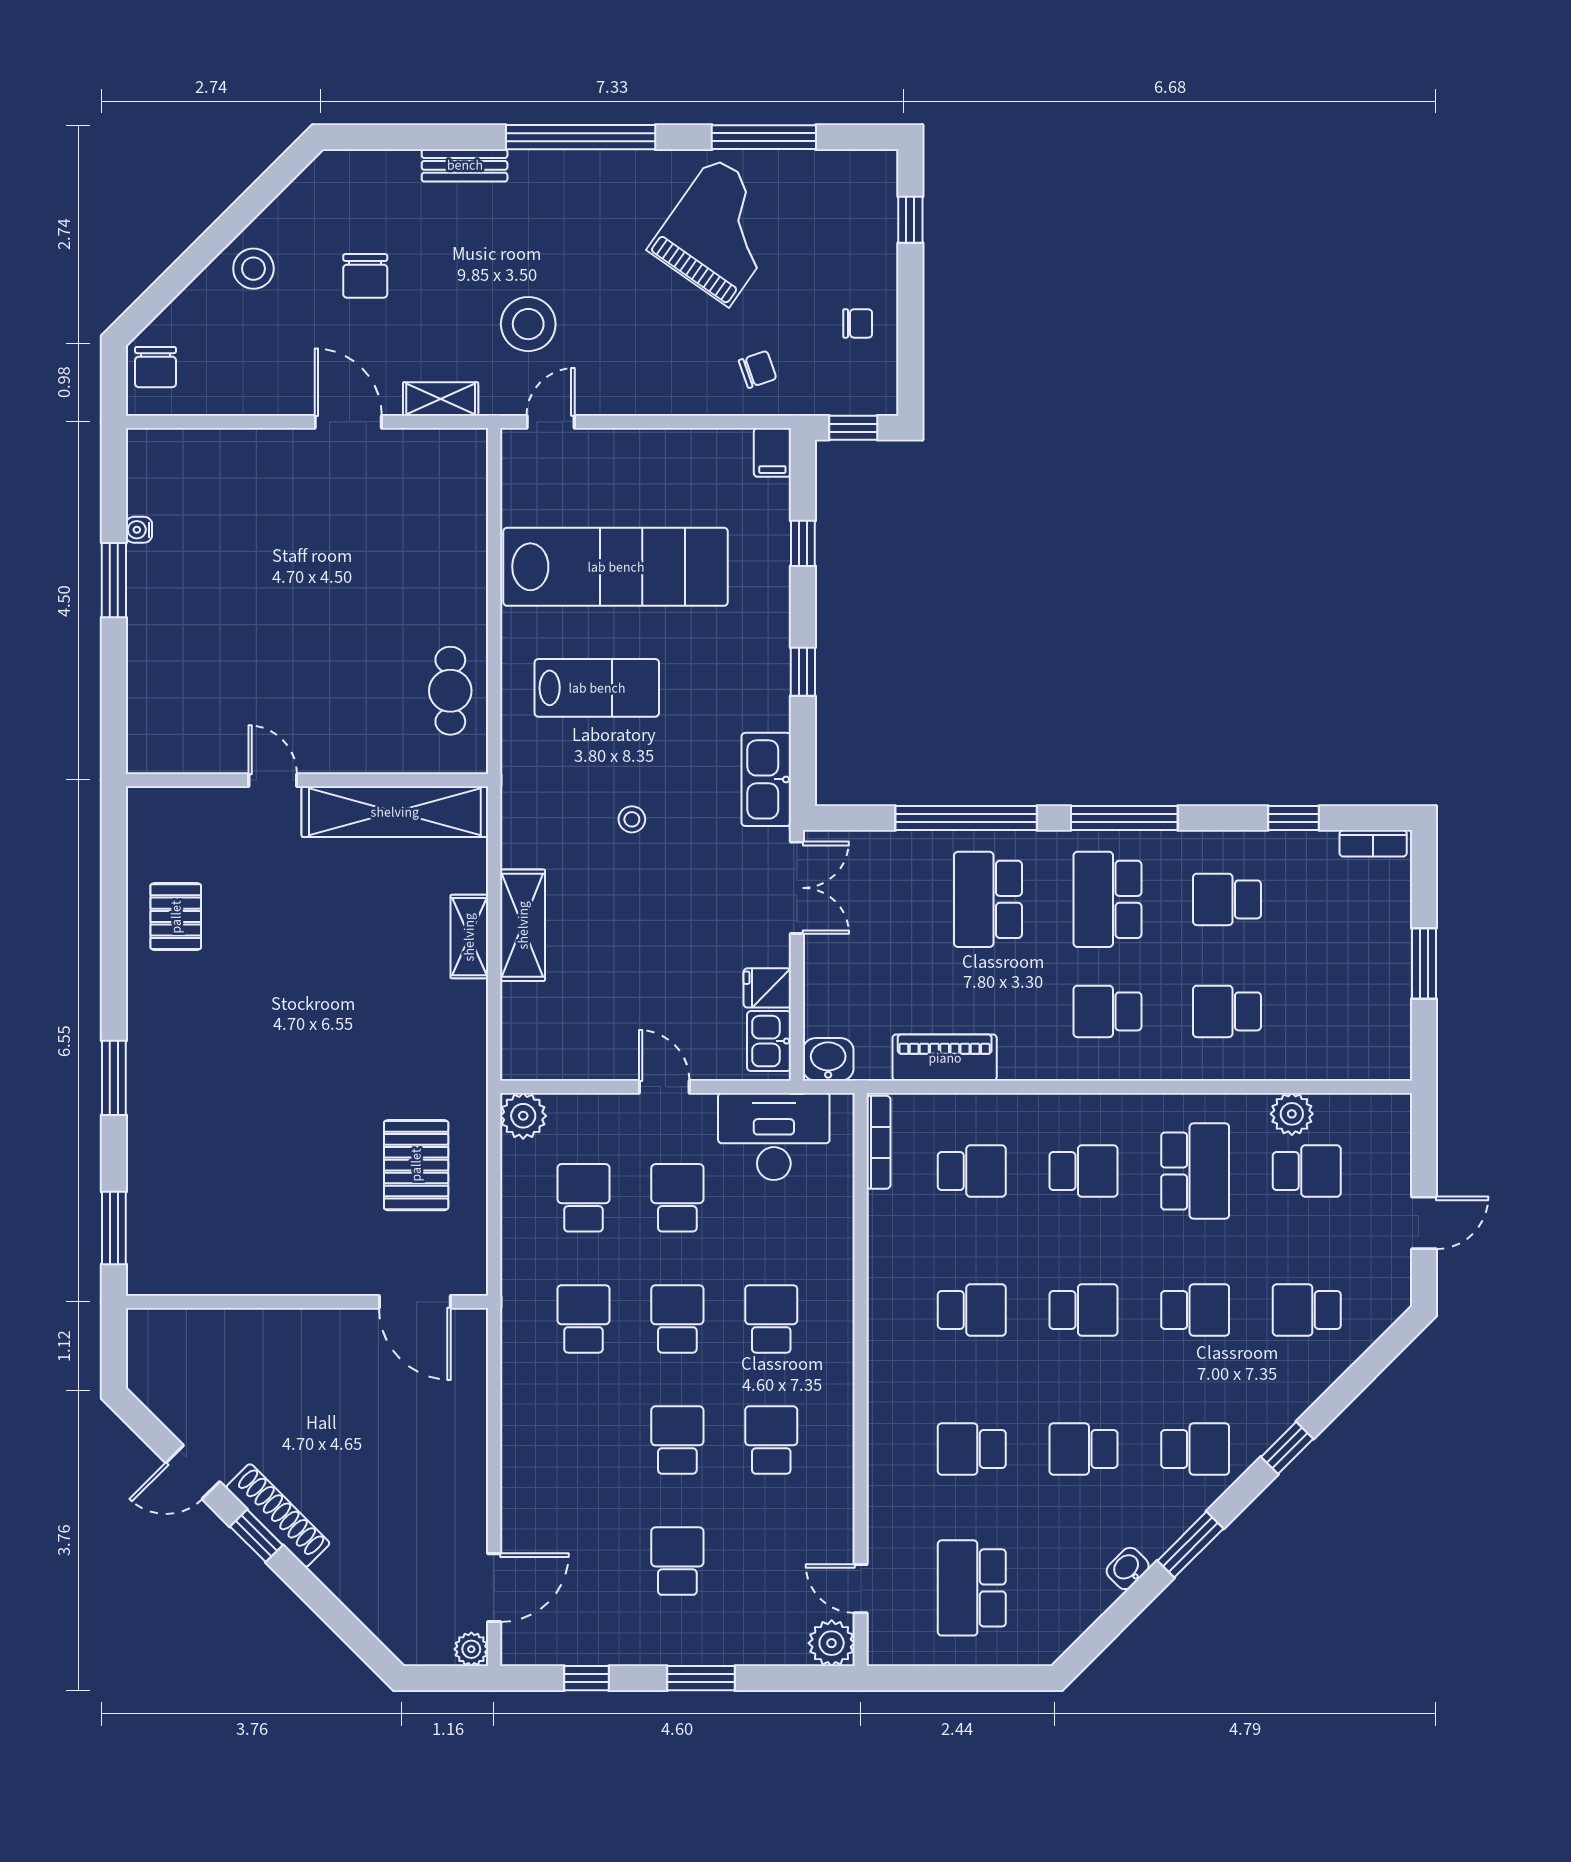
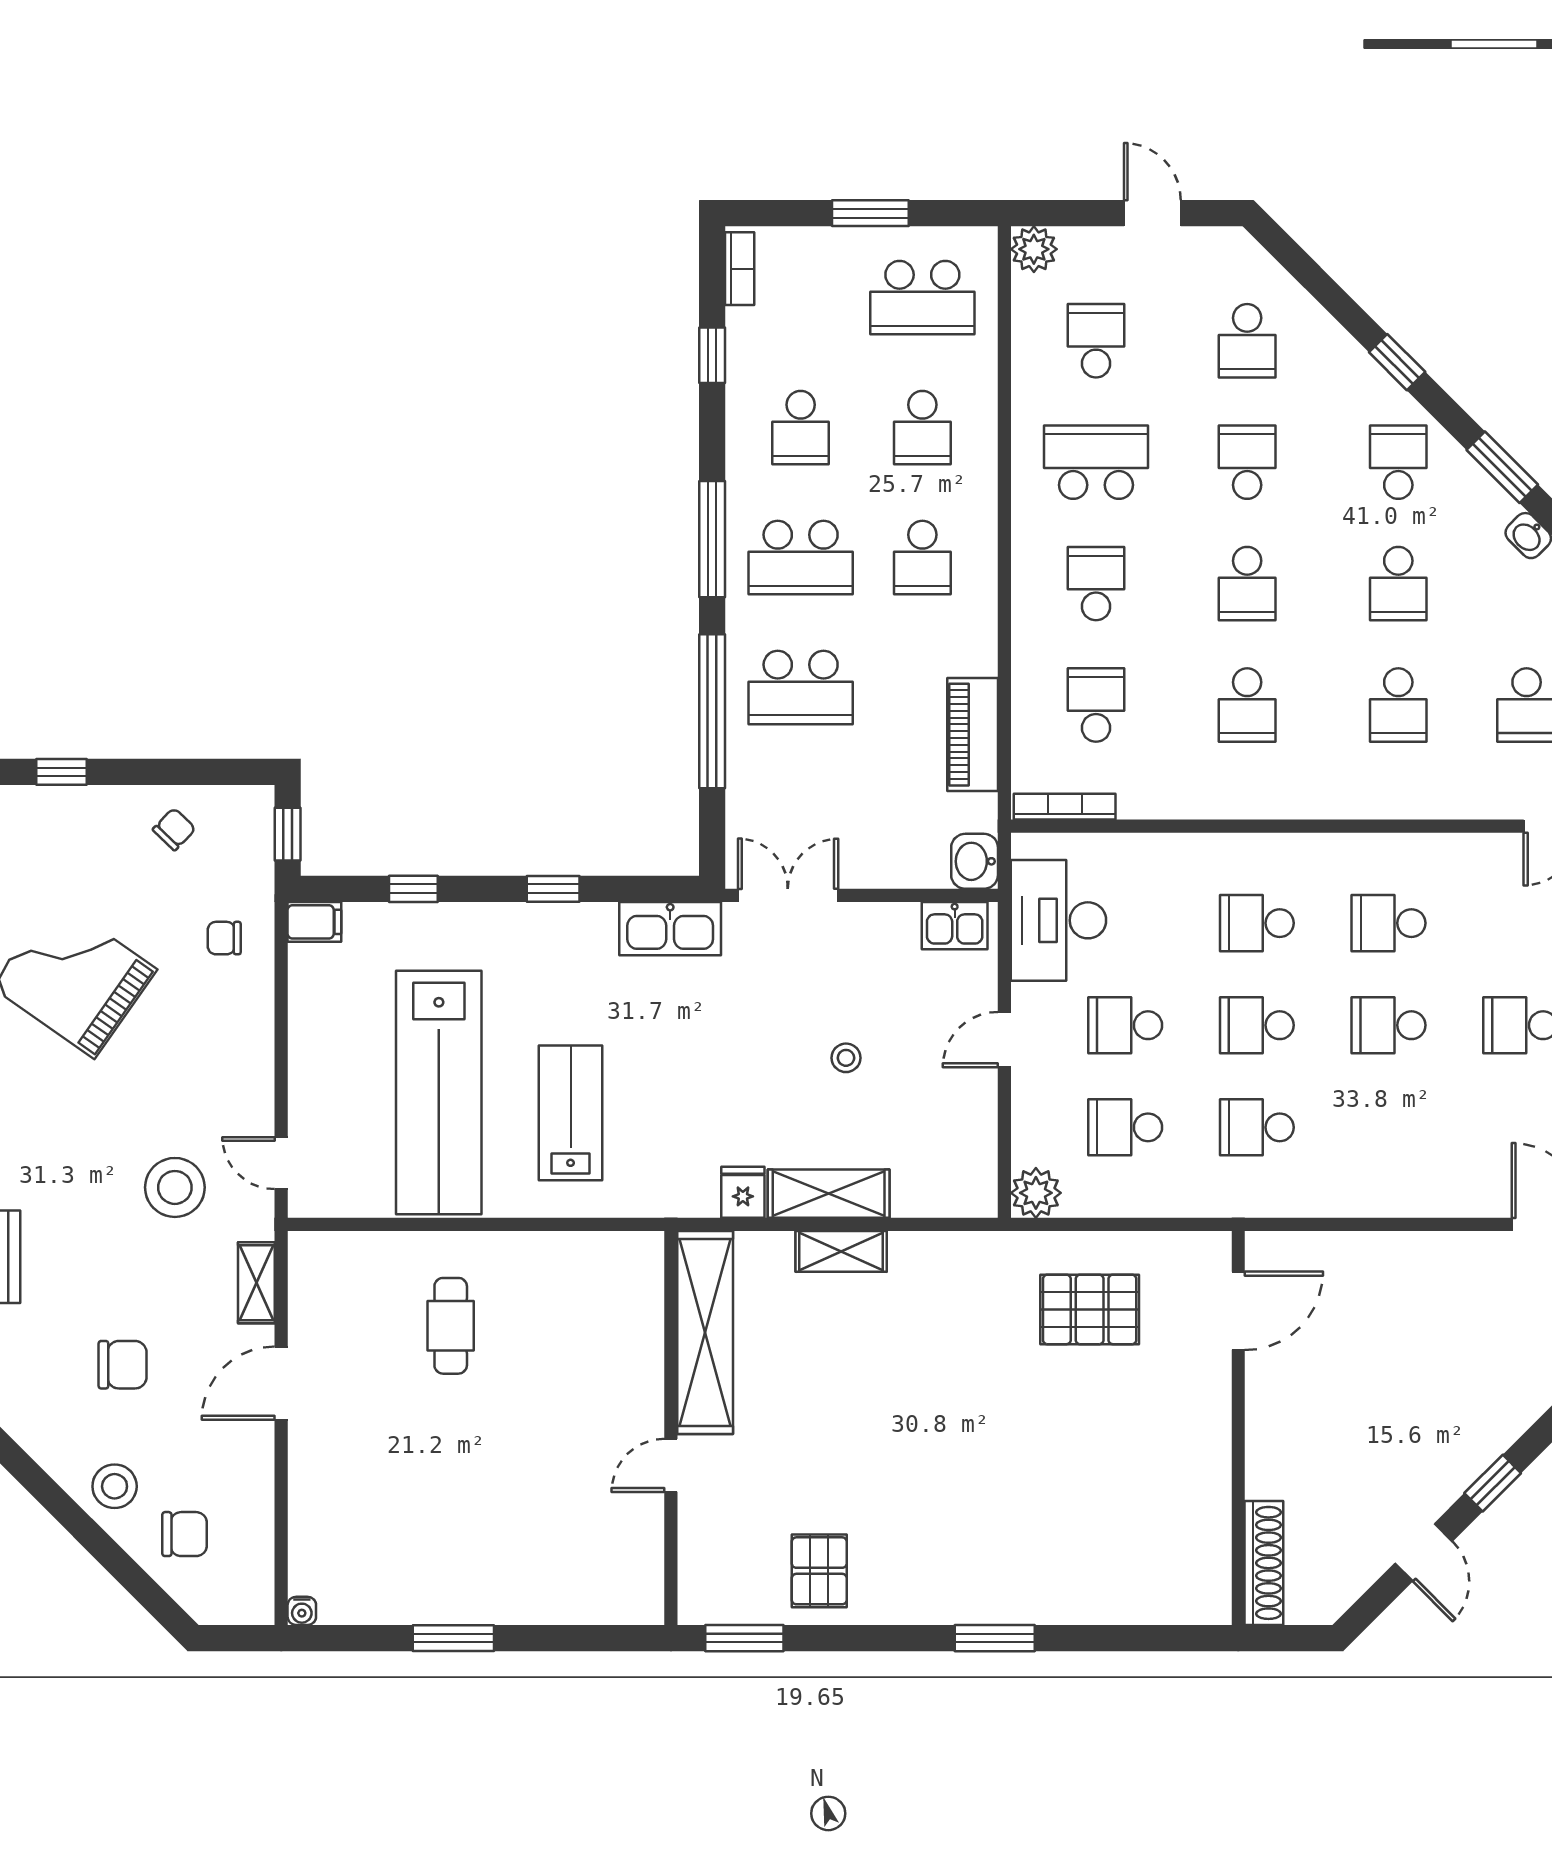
chair: (858, 323) -> (174, 829), turned 44
chair: (156, 367) -> (185, 1534), moved
chair: (758, 369) -> (224, 938), turned -71
water cooler: (139, 530) -> (302, 1611), moved
lab bench: (616, 567) -> (439, 1093), turned 180
cafe table: (450, 691) -> (451, 1326), moved, turned 90
stool: (632, 819) -> (846, 1058), moved
pallet: (176, 917) -> (819, 1571), turned 90
fridge: (767, 988) -> (743, 1192), moved, turned 180
school desk: (1346, 1011) -> (922, 298), added
plant: (1292, 1114) -> (1034, 249), moved
window: (114, 1228) -> (744, 1638), moved
school desk: (972, 1310) -> (1247, 705), turned 180
school desk: (1083, 1310) -> (1247, 584), turned 180
shoe rack: (278, 1515) -> (1264, 1563), moved, turned 135

